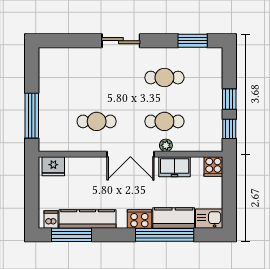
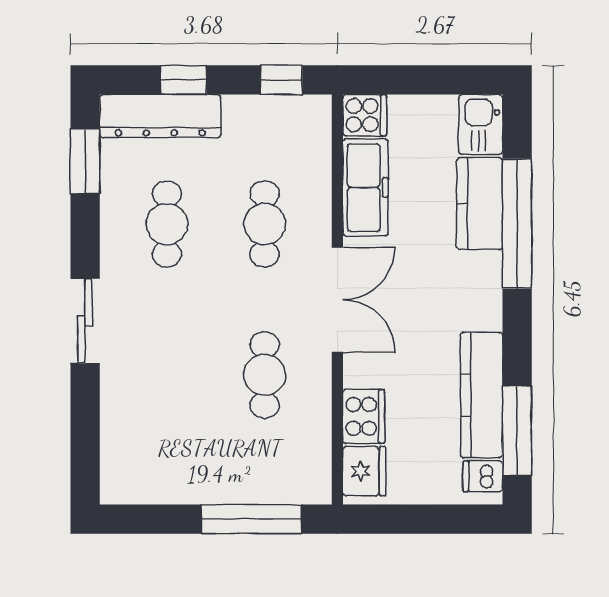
dresser: (213, 75) -> (160, 116), added
window: (229, 99) -> (183, 80), moved
plant: (166, 145) -> (318, 221), removed
freezer: (175, 167) -> (365, 187), width x1.40
cooker: (139, 219) -> (364, 416), moved, turned 180

